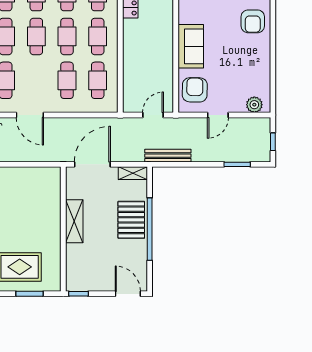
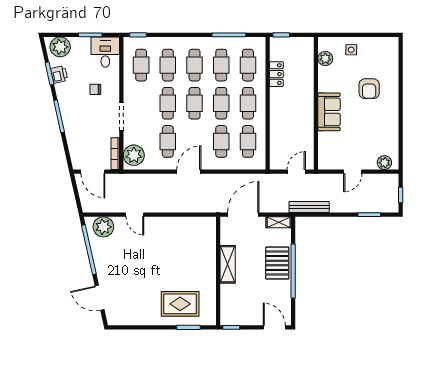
armchair: (253, 21) -> (369, 89), moved
armchair: (195, 90) -> (333, 150), removed
door: (30, 115) -> (189, 172), swing flipped

